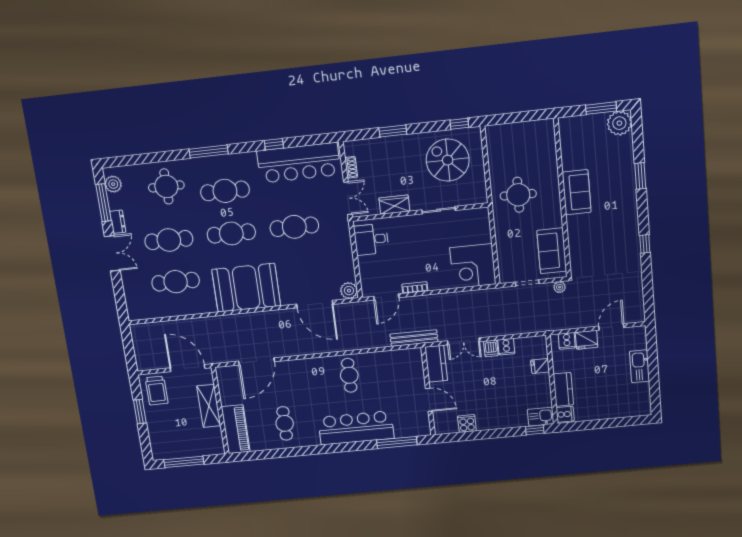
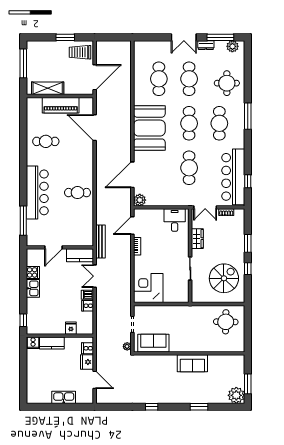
window: (459, 124) -> (248, 269), moved
window: (274, 144) -> (248, 181), moved
round table: (518, 195) -> (226, 322), moved
door: (386, 297) -> (132, 226), hinge flipped
shelving: (209, 406) -> (48, 88), moved
kitchen sink: (541, 417) -> (33, 288), moved
piano: (236, 429) -> (61, 105), moved

